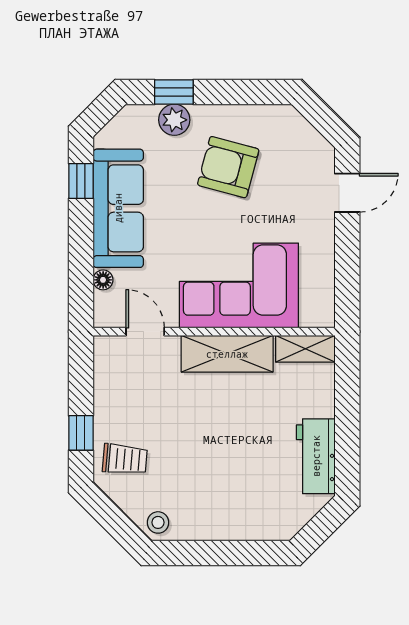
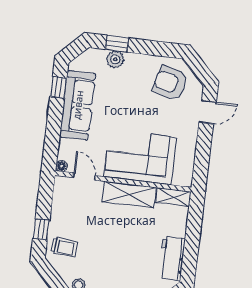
armchair: (228, 167) -> (170, 83), moved
floor lamp: (103, 280) -> (62, 166), moved

